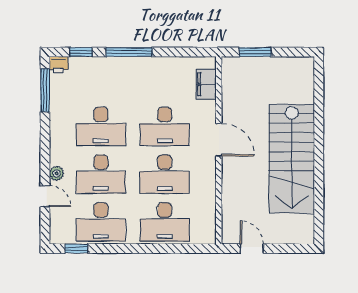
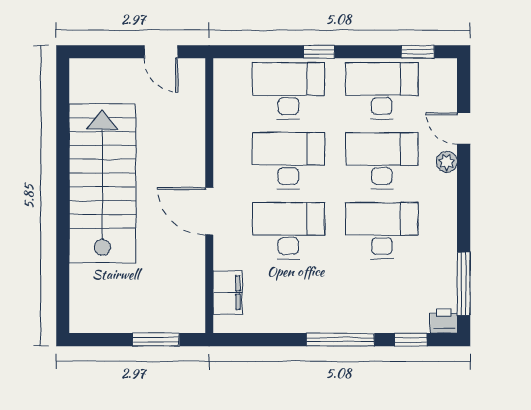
window: (144, 249) -> (319, 52), added

